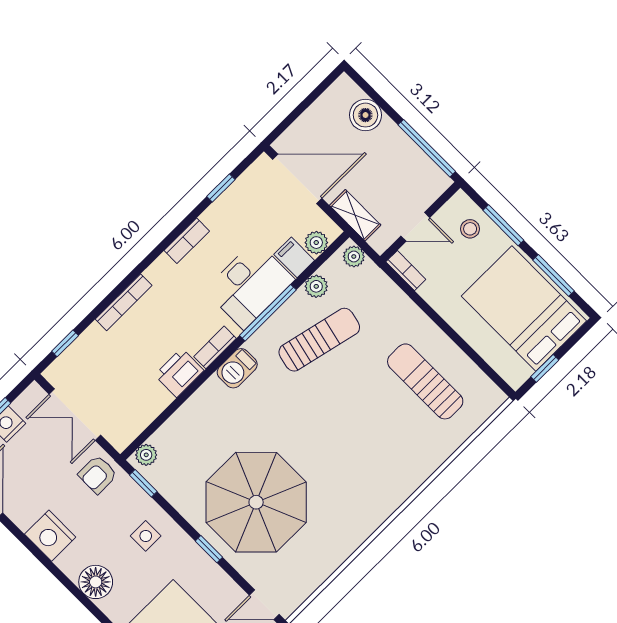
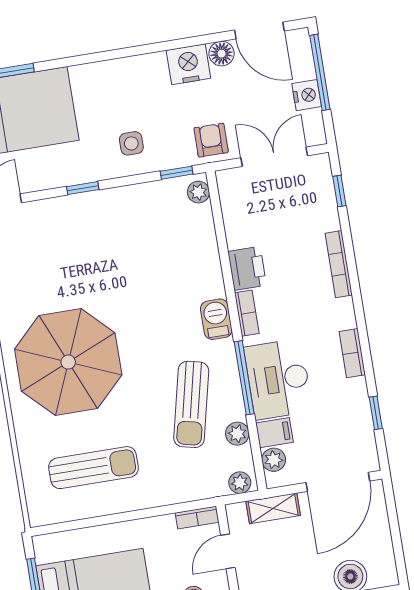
parasol: (256, 502) -> (68, 362), moved
floor lamp: (96, 582) -> (222, 54), moved, width x0.73, depth x0.73

